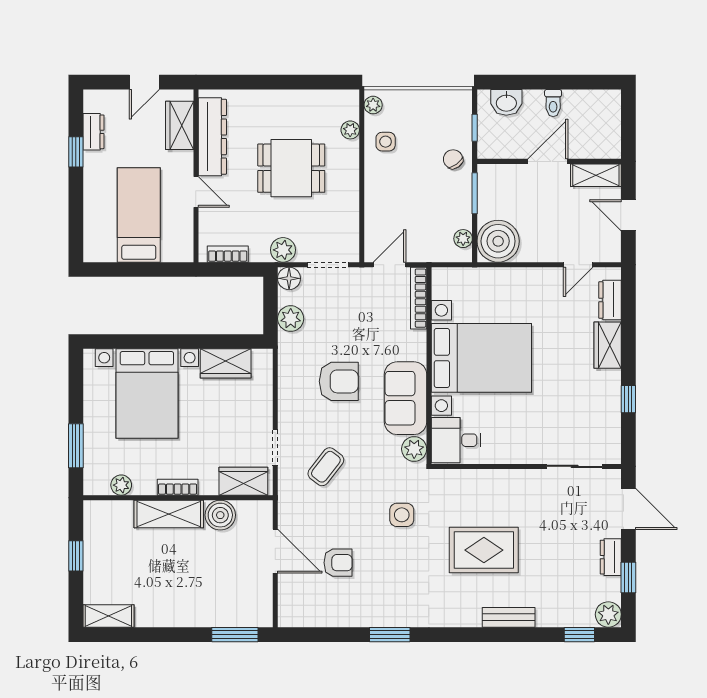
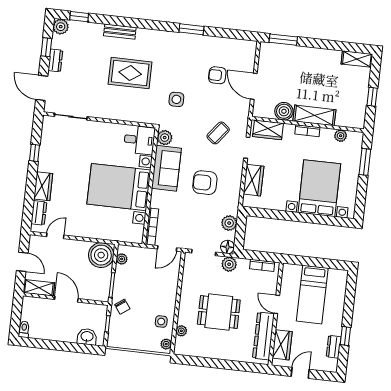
toilet: (553, 103) -> (24, 329), moved
door: (548, 161) -> (66, 299), swing flipped
wardrobe: (226, 363) -> (253, 180), moved, turned 90

